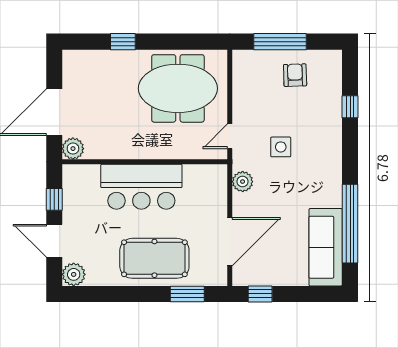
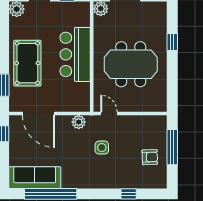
meeting table: (178, 88) -> (131, 64), moved, turned 90

